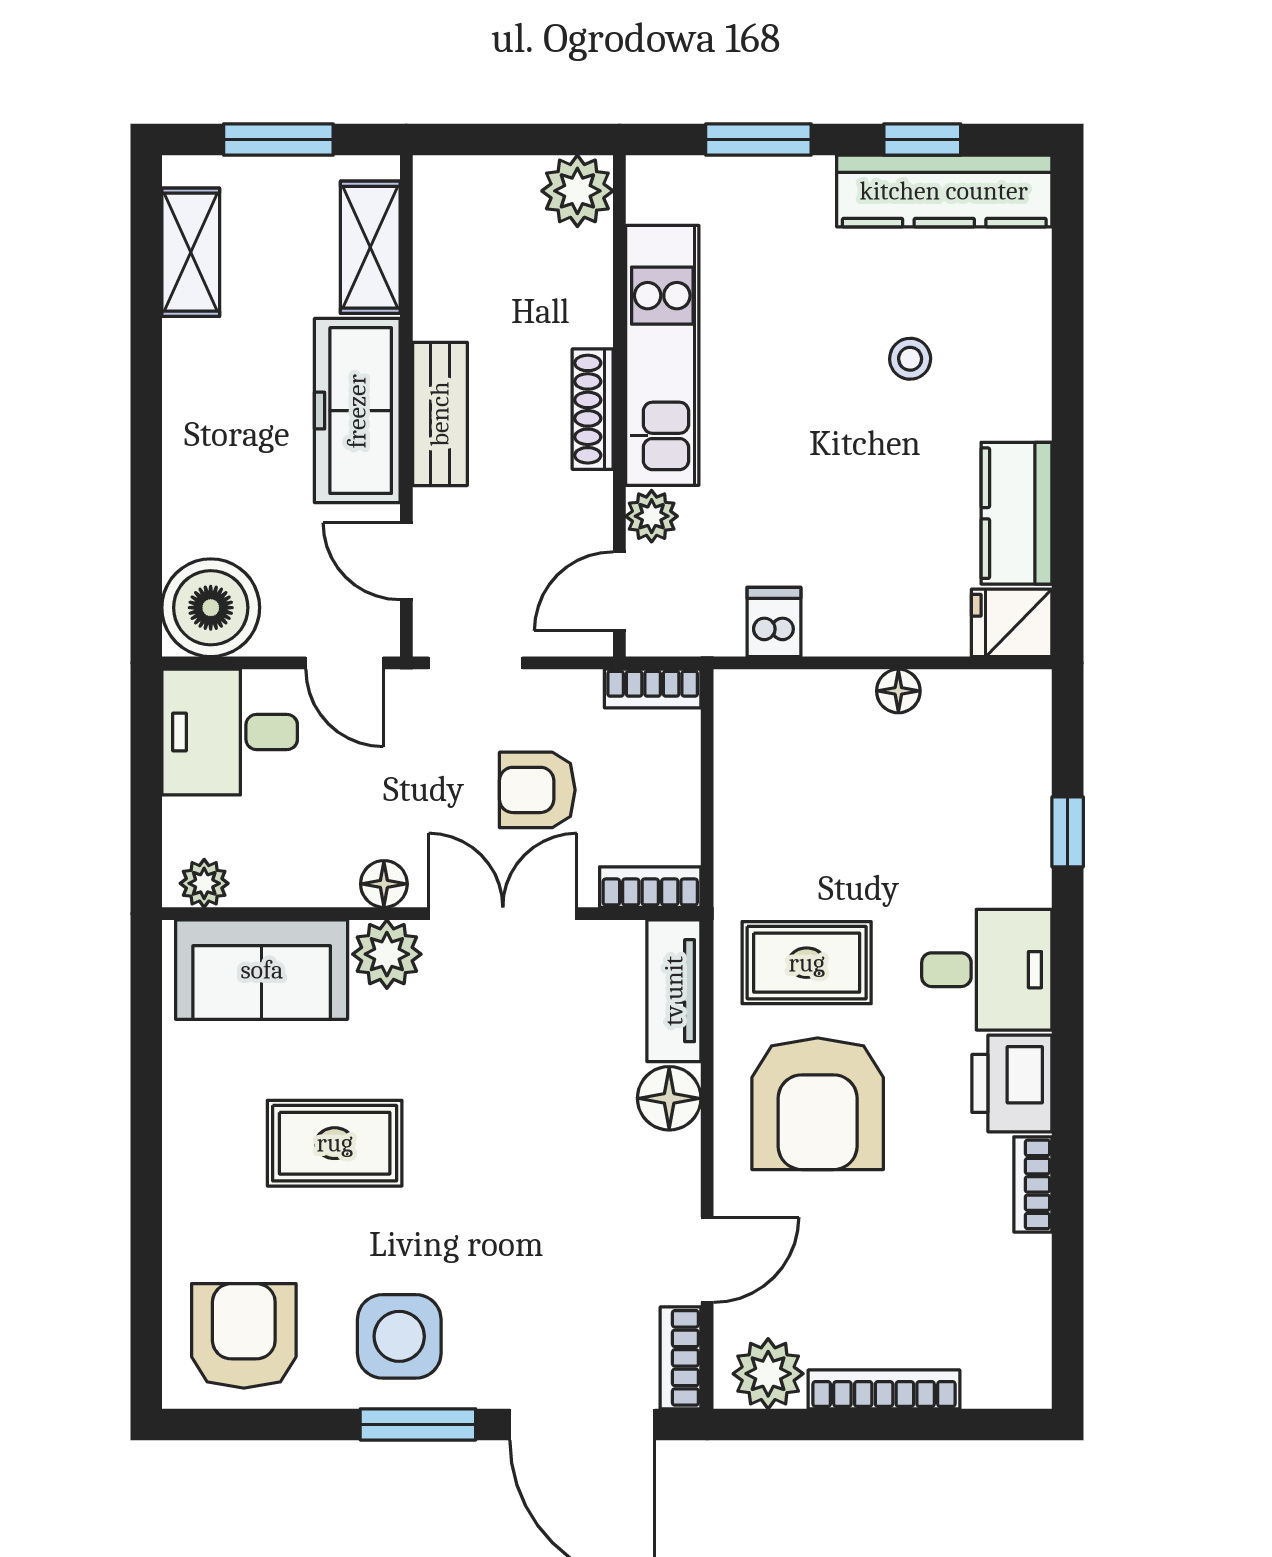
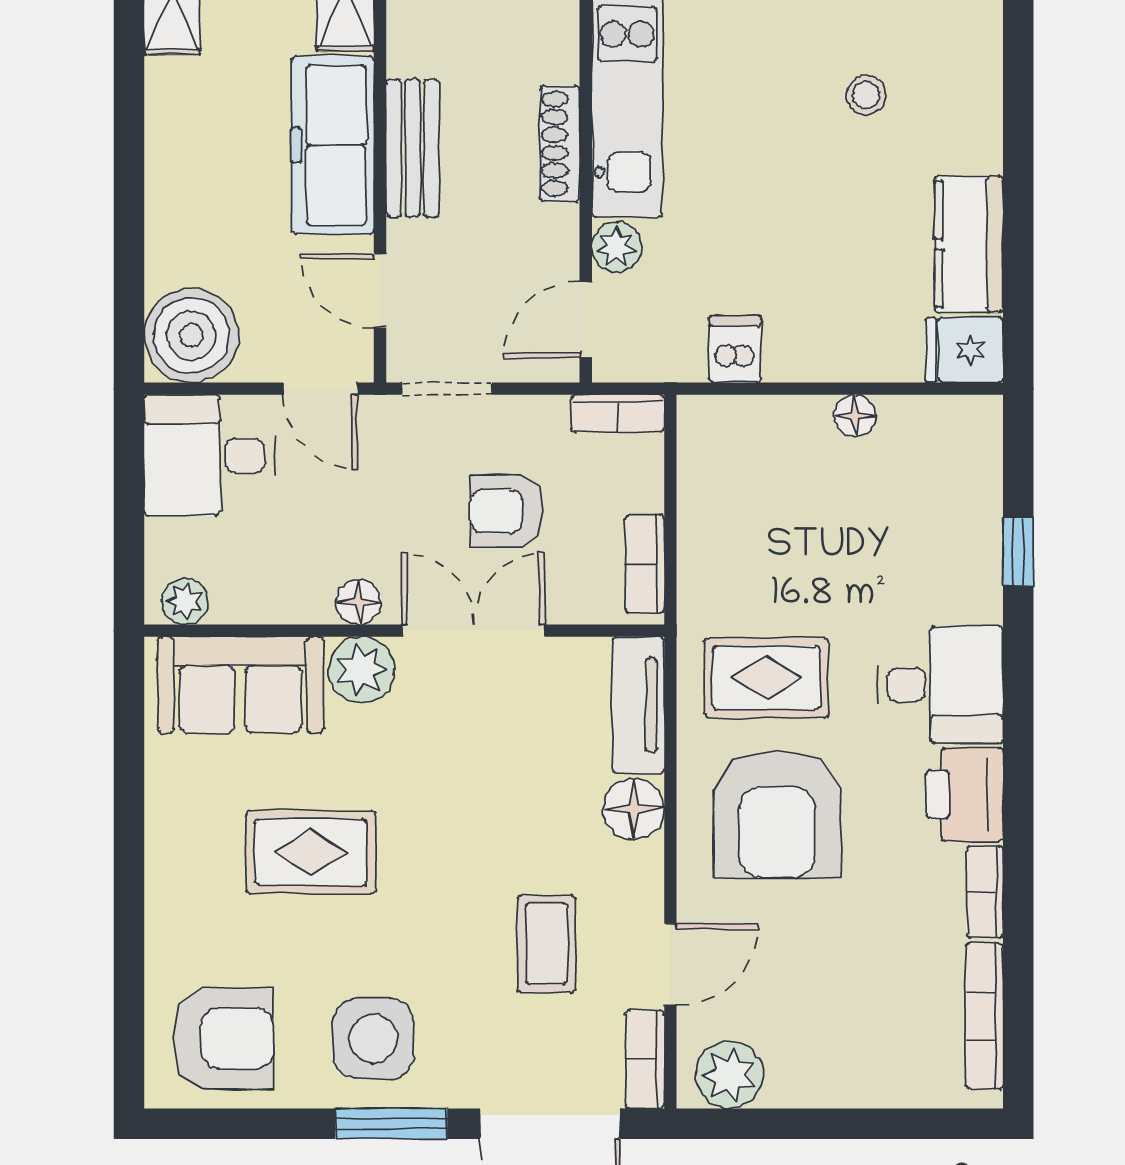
bookcase: (650, 887) -> (645, 564), moved, turned -90
coffee table: (579, 1238) -> (547, 944), added
armchair: (244, 1336) -> (223, 1038), turned 90
bookcase: (884, 1389) -> (984, 1016), moved, turned -90

